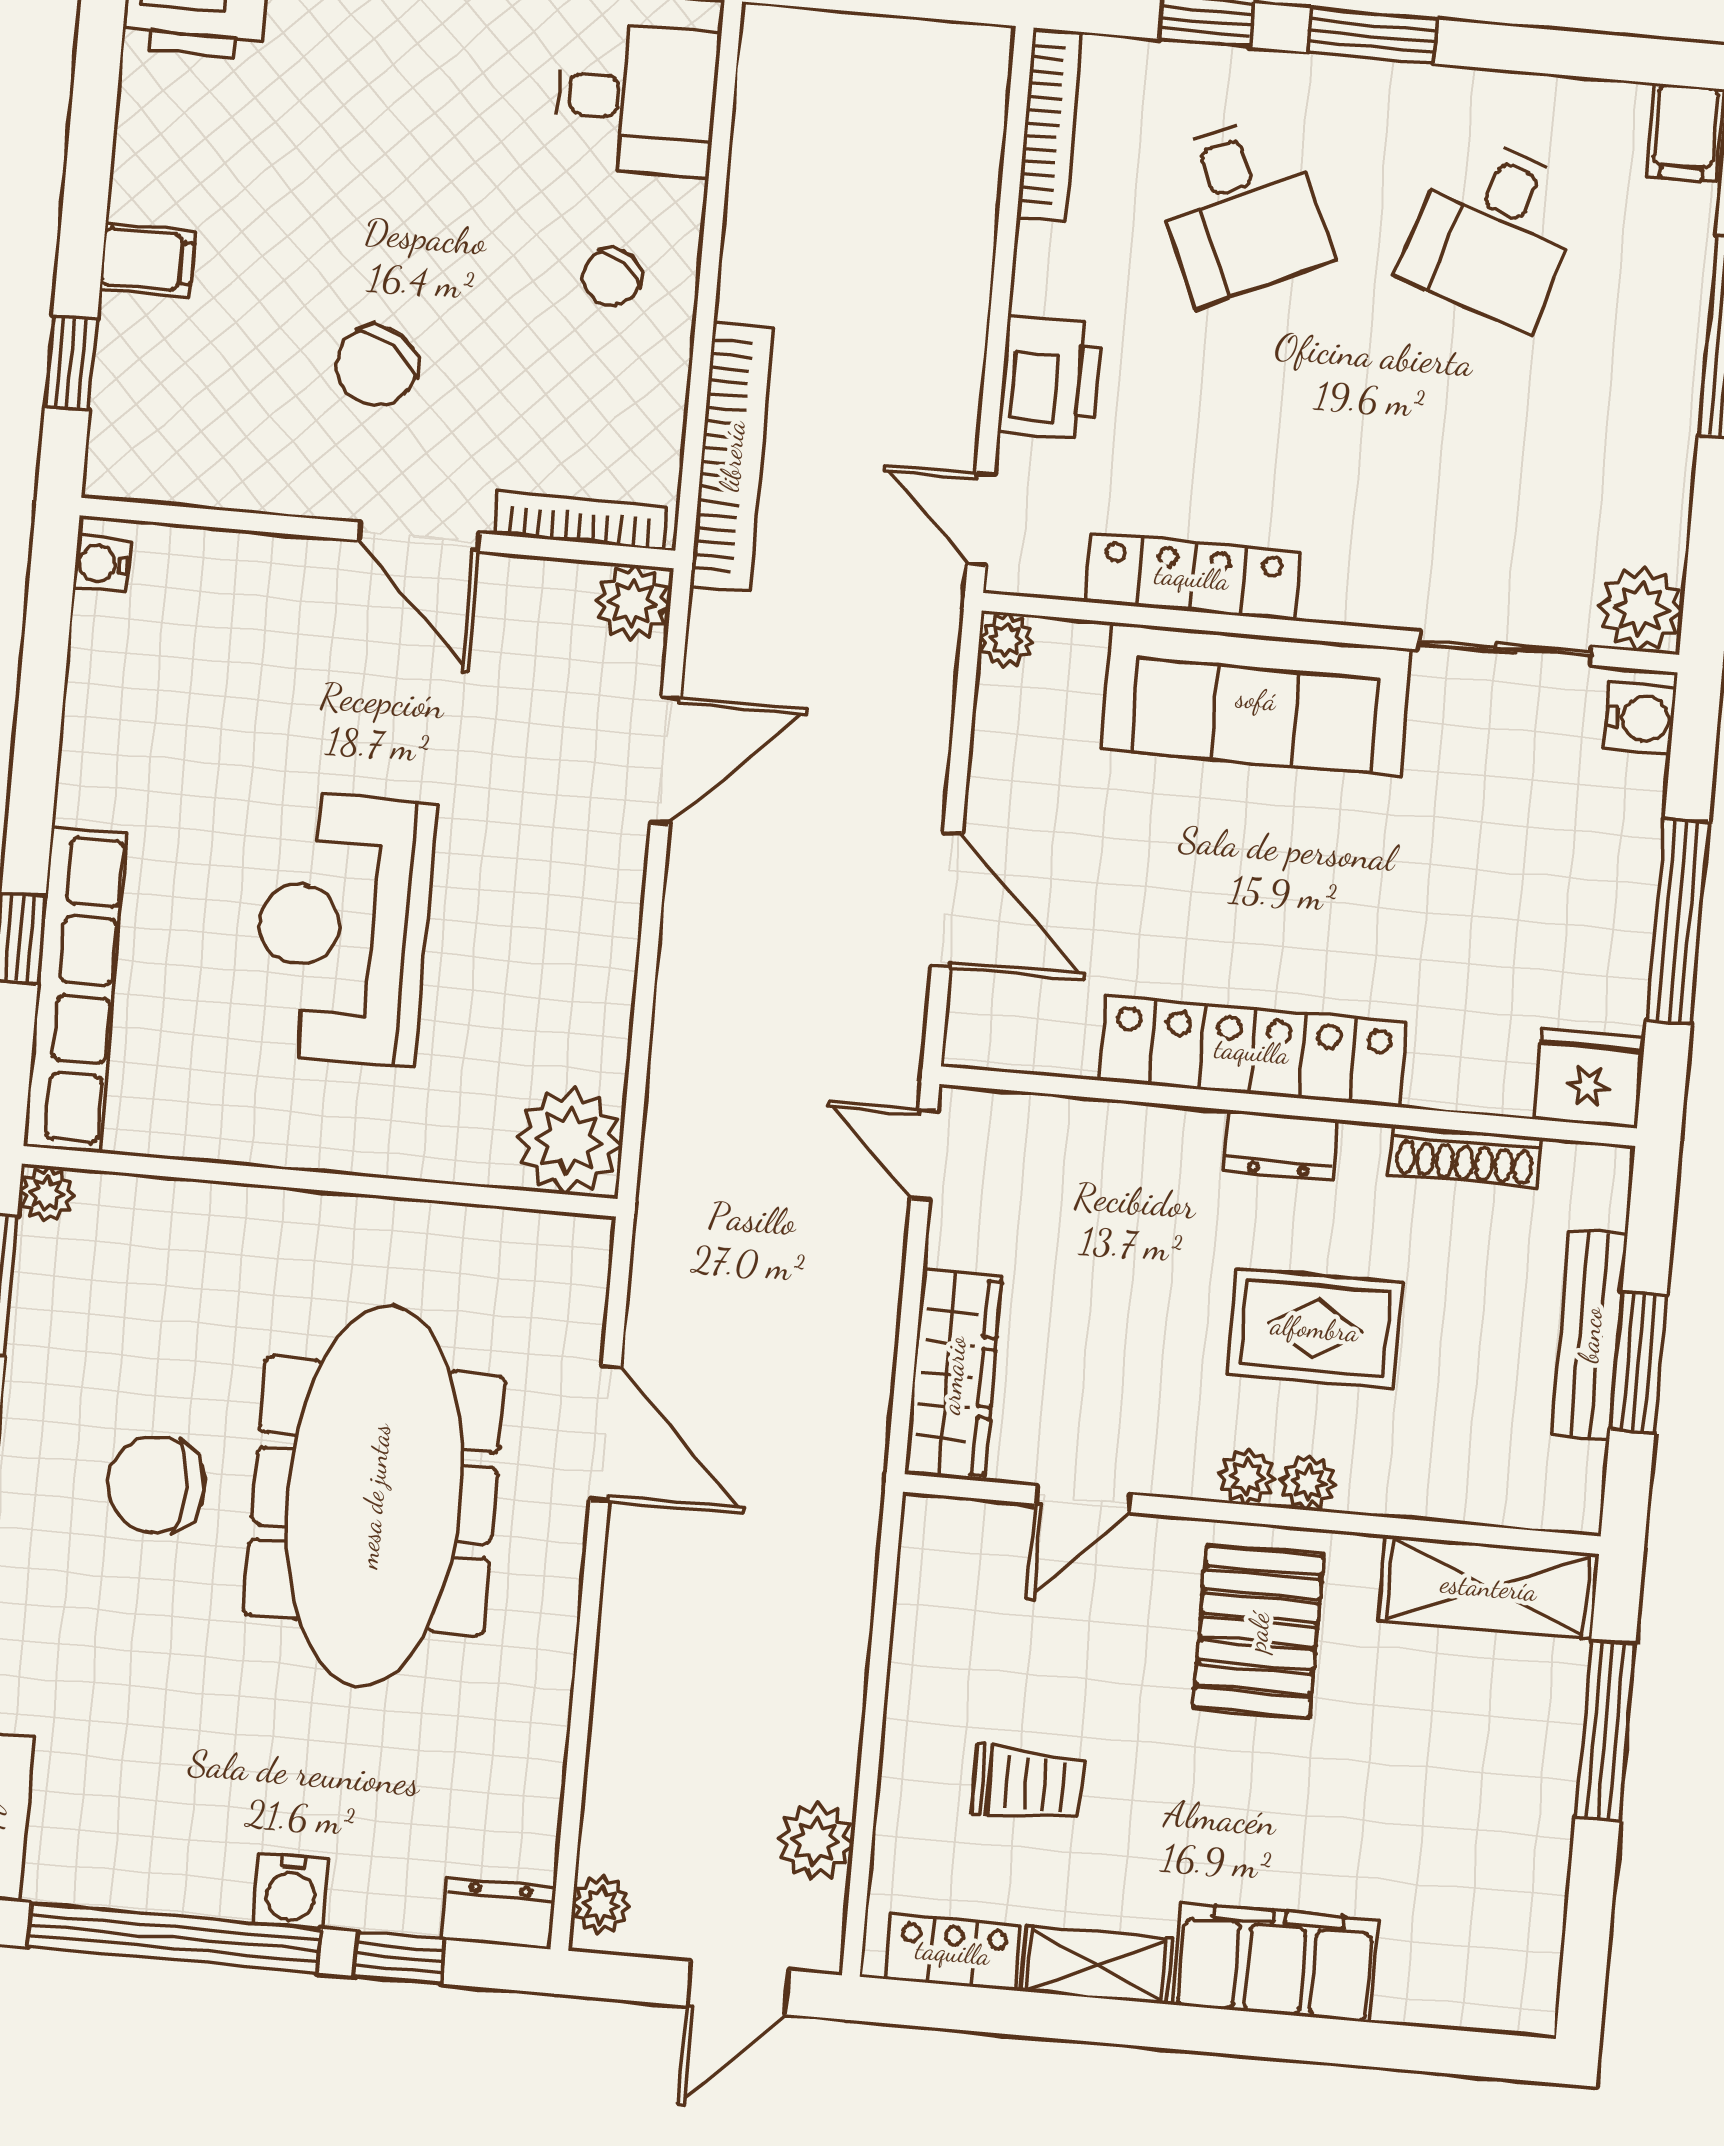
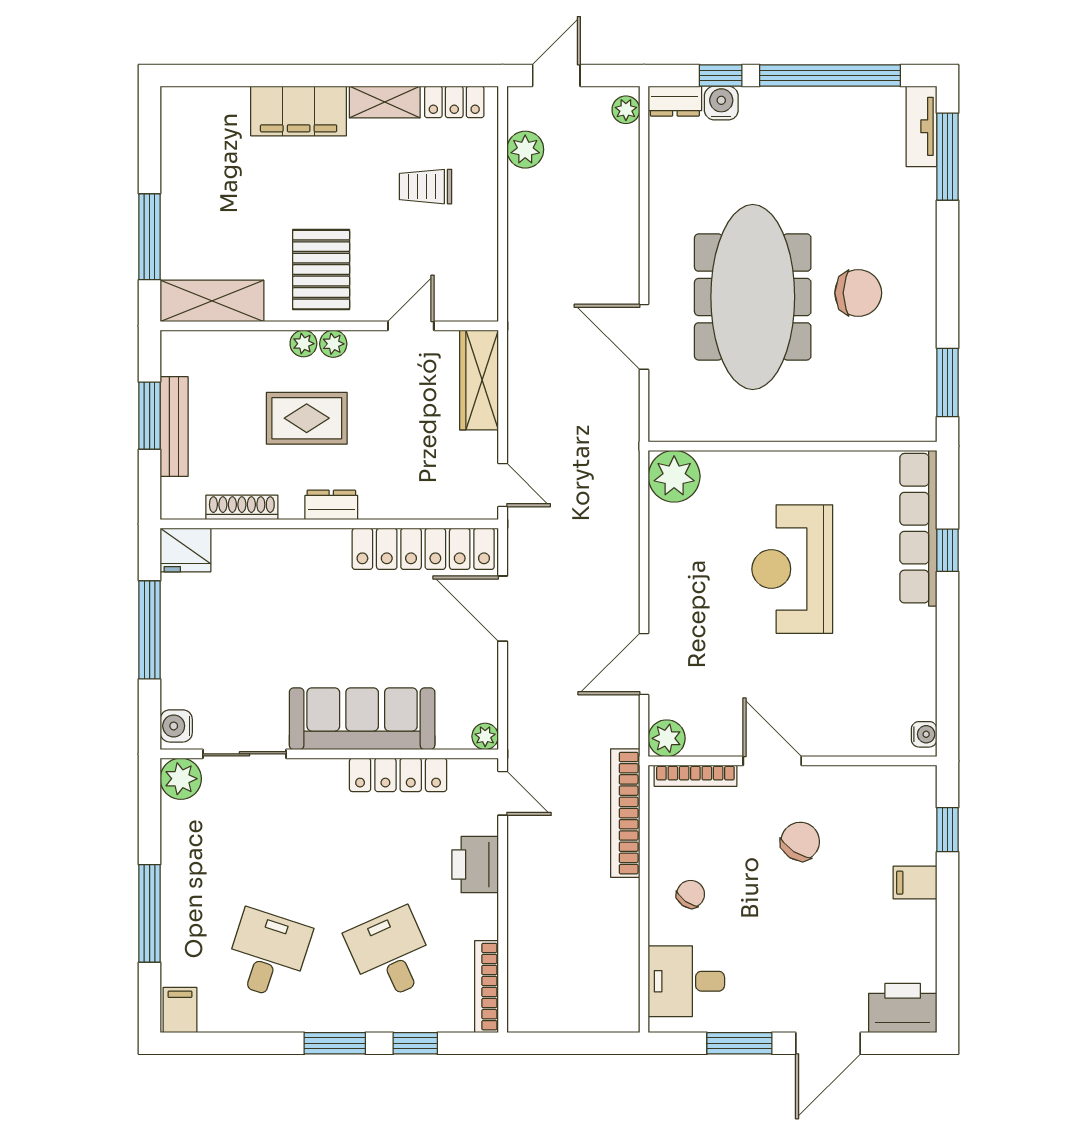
reception desk: (343, 928) -> (792, 569), turned 180
locker: (1252, 1051) -> (423, 549), moved
plant: (47, 1193) -> (923, 429), removed
water cooler: (291, 1891) -> (721, 103), moved

